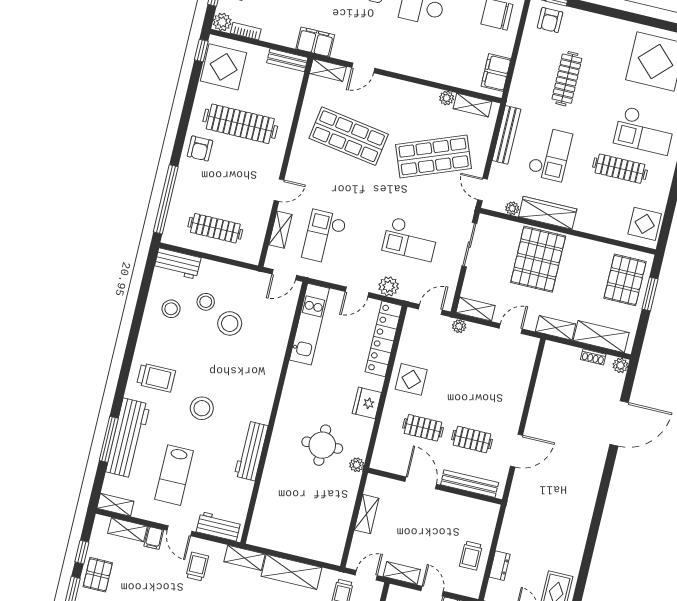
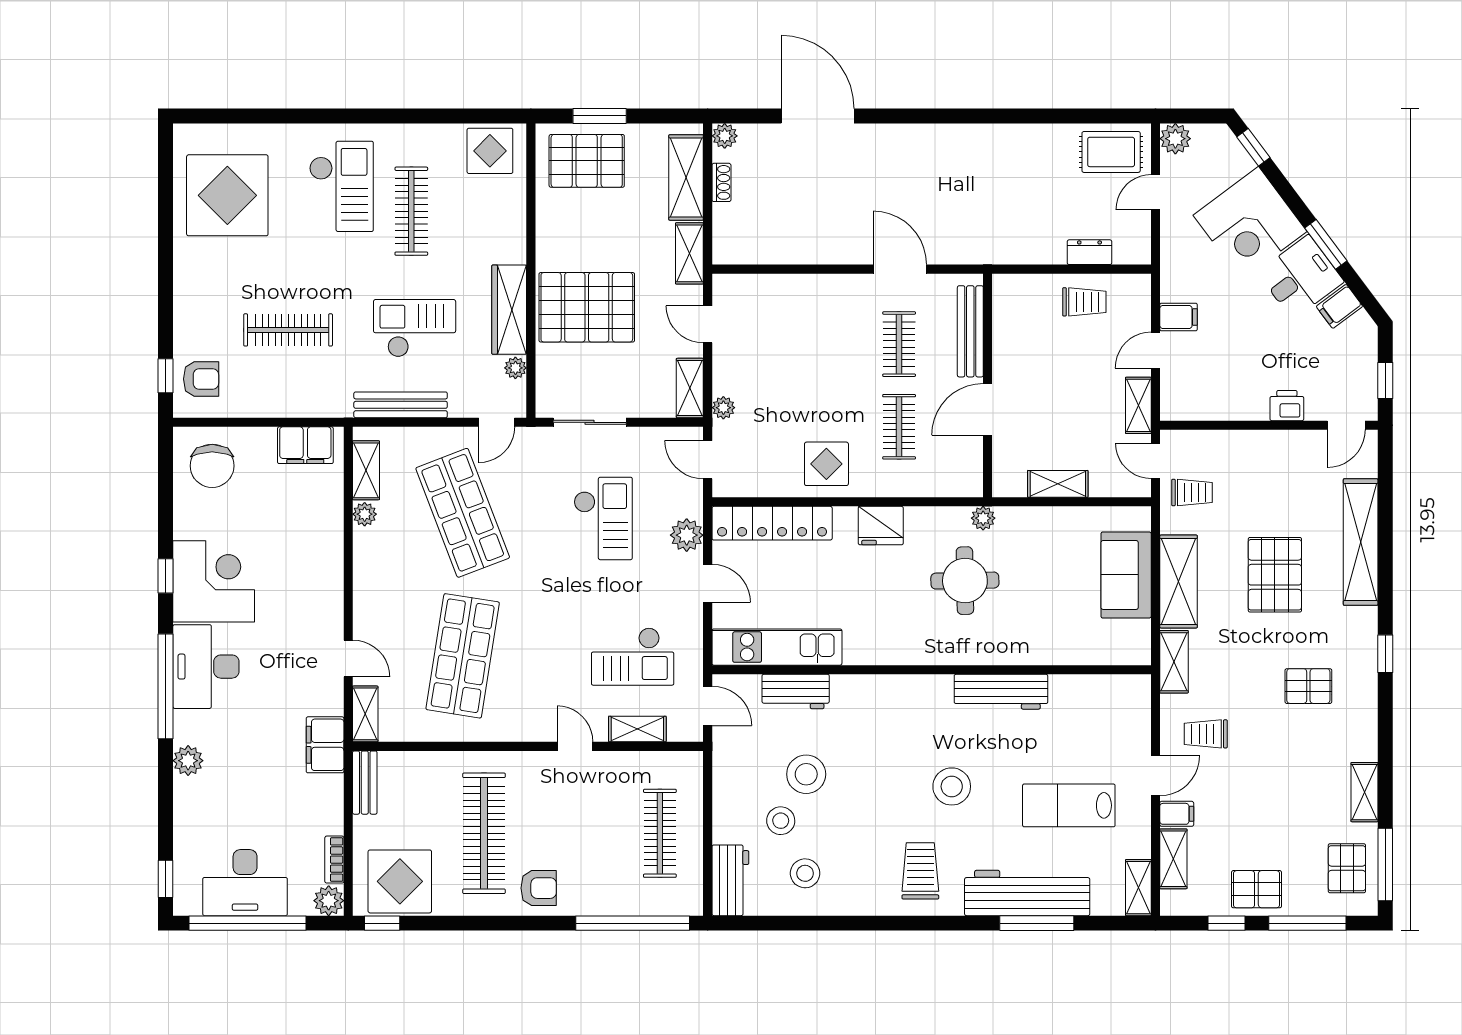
lab bench: (174, 475) -> (1069, 805), turned 180
workbench: (219, 526) -> (796, 692), moved, turned -90
sofa: (303, 542) -> (1126, 575), added

